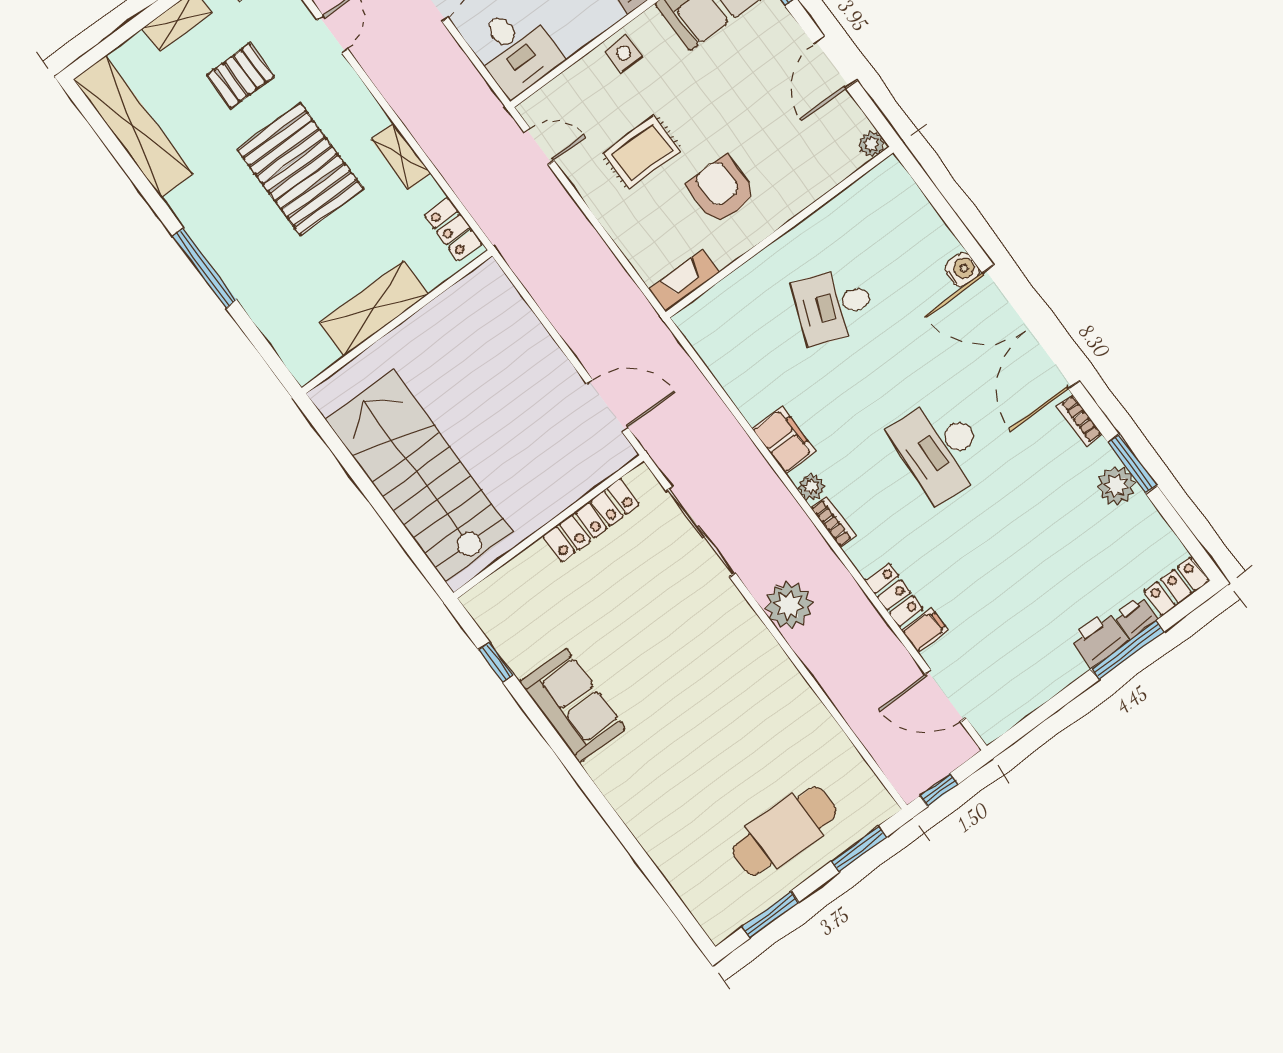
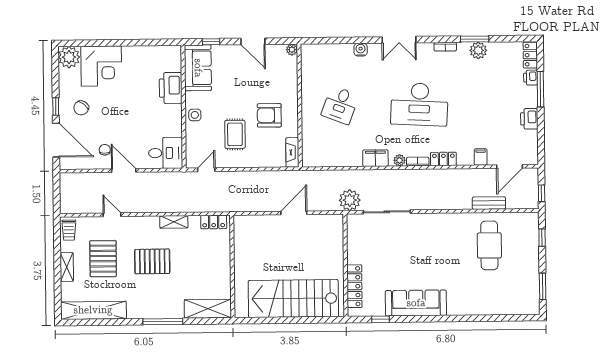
pallet: (240, 76) -> (103, 259), width x1.50, depth x1.42
pallet: (300, 169) -> (152, 261), width x0.73, depth x0.71
shelving: (374, 308) -> (208, 309), moved, turned 90
double door: (1031, 327) -> (399, 40), width x0.54
door: (607, 406) -> (294, 213), moved
desk: (940, 449) -> (419, 104), width x1.36, depth x1.30
locker: (591, 520) -> (354, 286), moved
locker: (894, 595) -> (443, 159), moved
plant: (789, 605) -> (350, 200), moved
printer: (1099, 639) -> (529, 119), moved
sofa: (573, 705) -> (416, 303), width x1.36
bench: (852, 707) -> (489, 203), added
cafe table: (785, 831) -> (489, 245), moved
window: (859, 849) -> (542, 238), width x0.67

